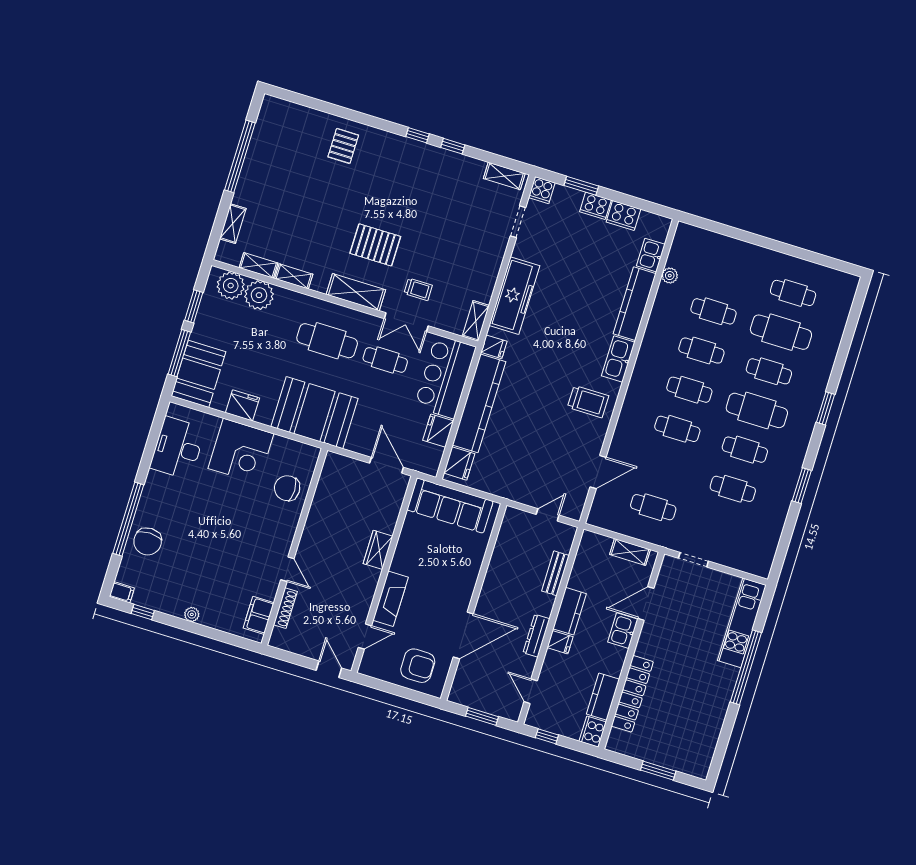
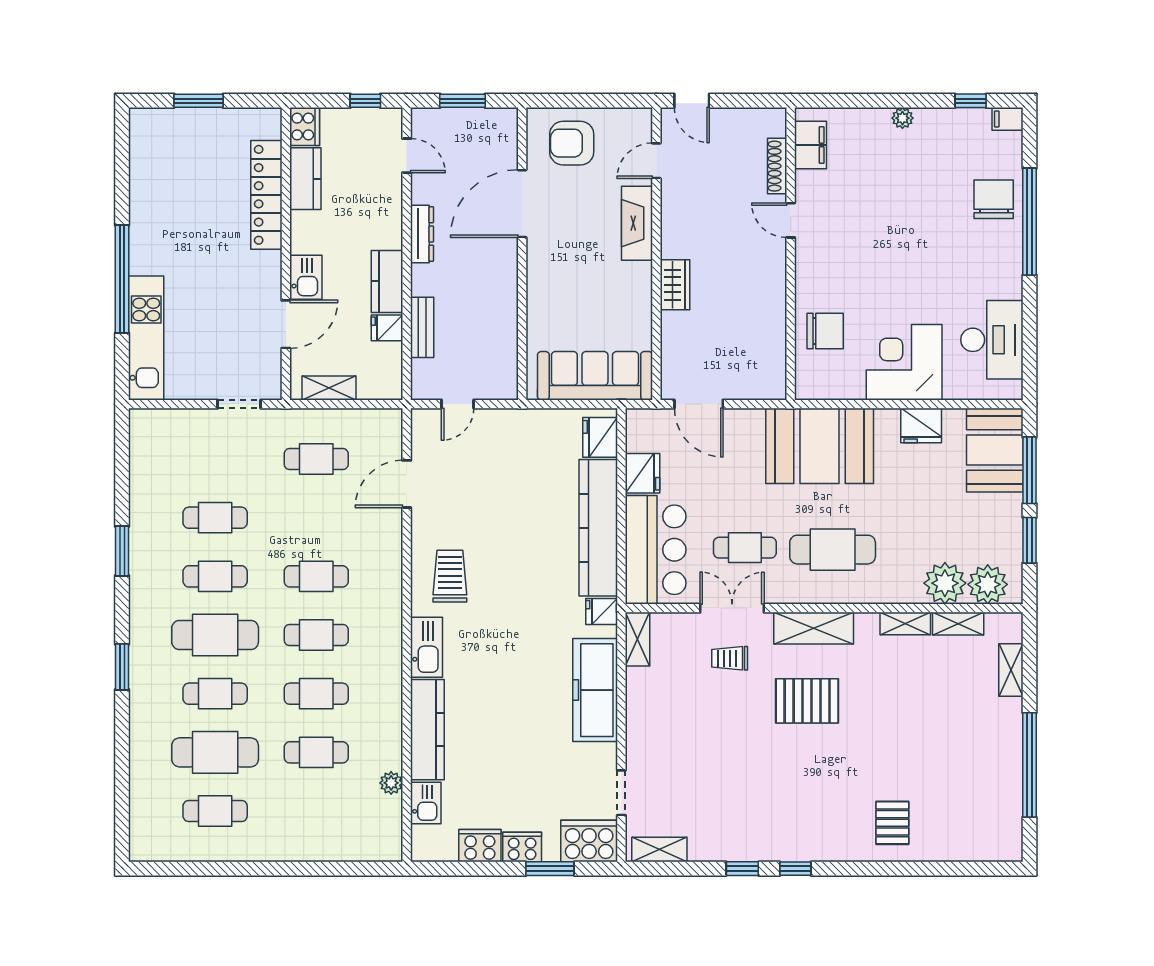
cooker: (542, 190) -> (589, 841), width x1.87, depth x1.31
trolley: (588, 402) -> (450, 576), turned 90
fridge: (560, 642) -> (387, 328), moved

